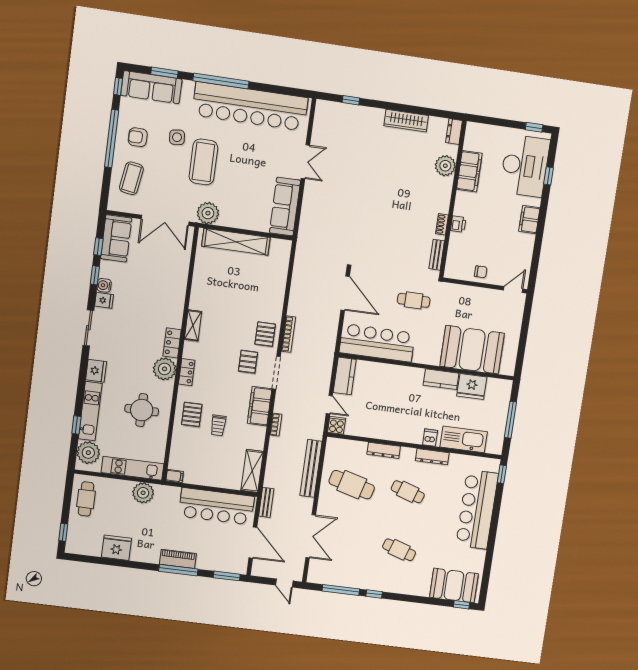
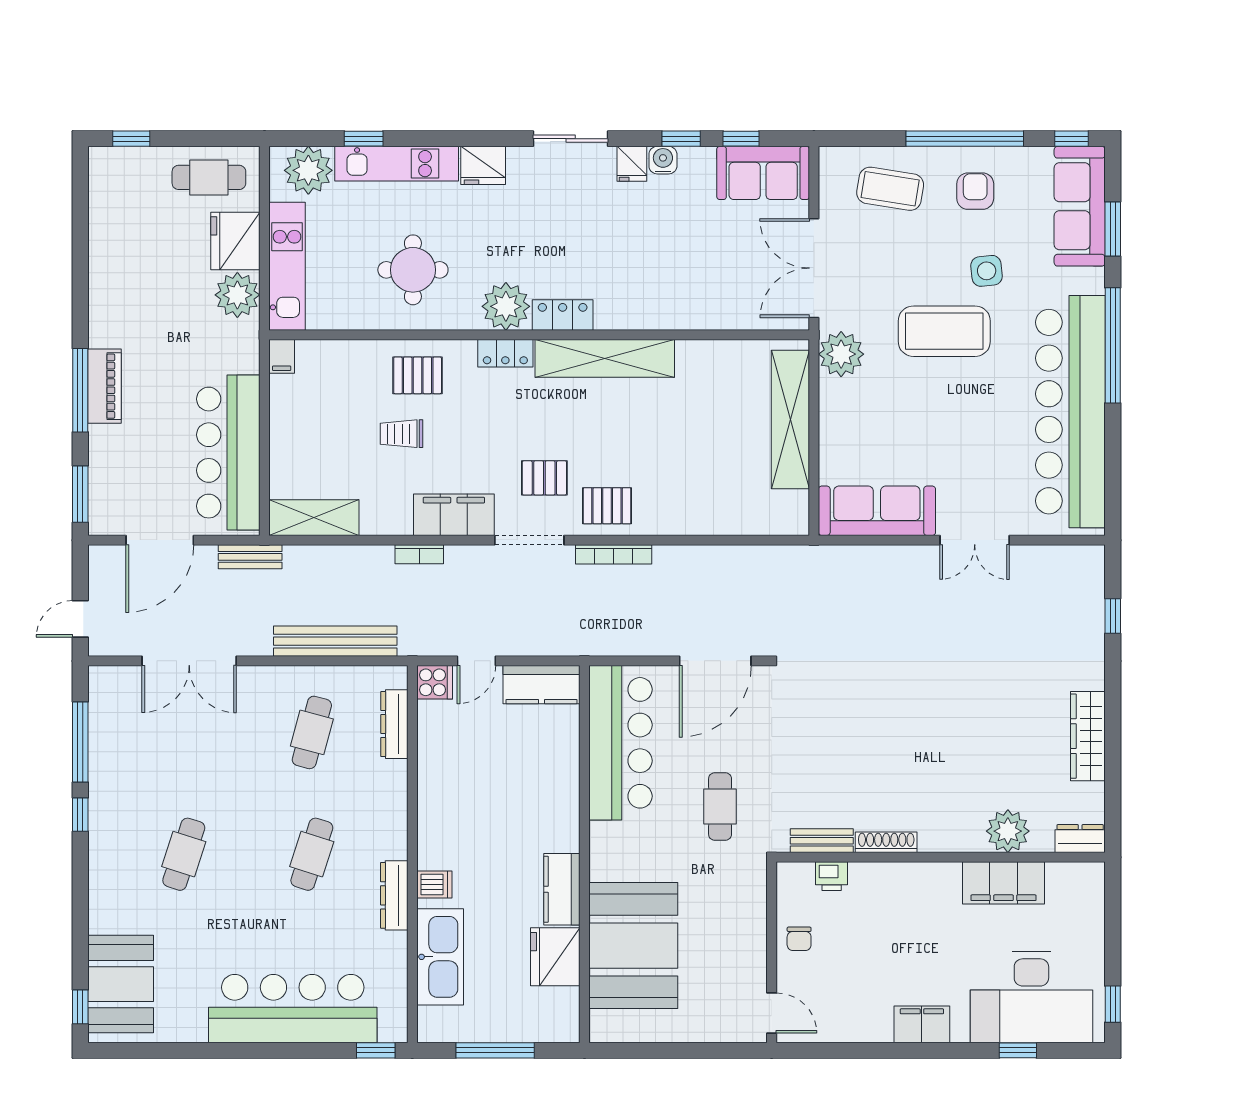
shoe rack: (442, 224) -> (886, 842), width x1.43
printer: (458, 224) -> (832, 876), moved
shelving: (193, 325) -> (605, 358), width x2.20, depth x1.33
dresser: (384, 450) -> (394, 724), moved
cafe table: (352, 485) -> (312, 732), width x0.73, depth x0.74
fridge: (116, 548) -> (235, 241), moved, turned 180

